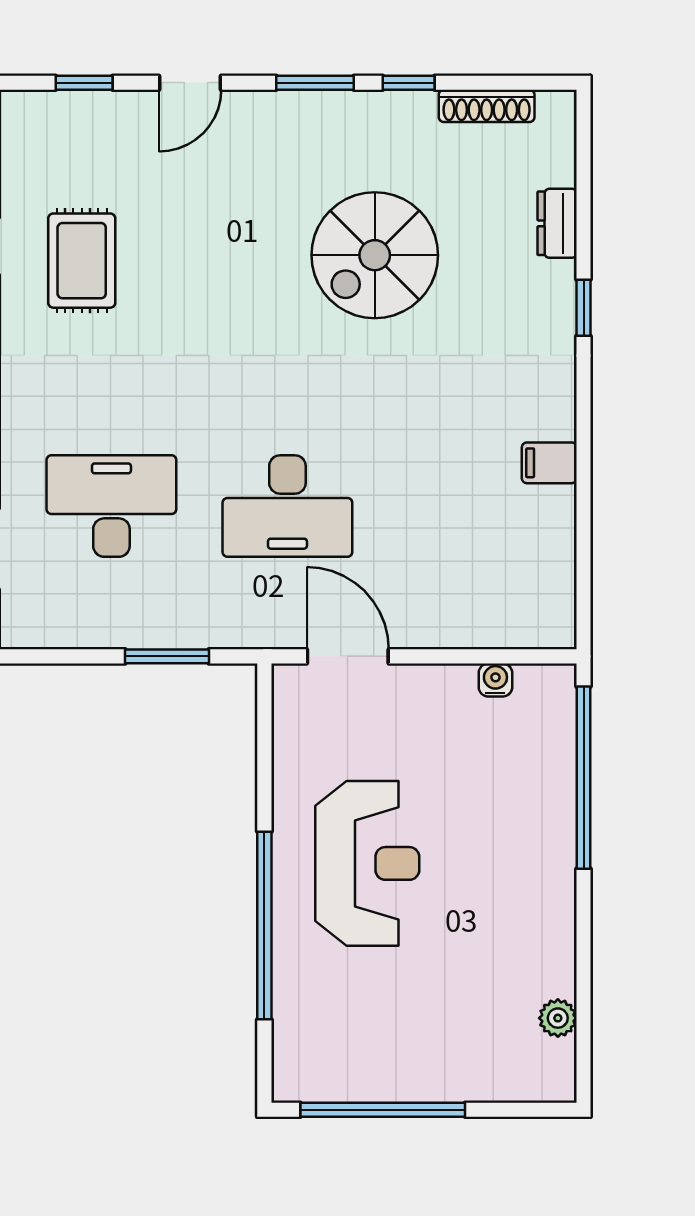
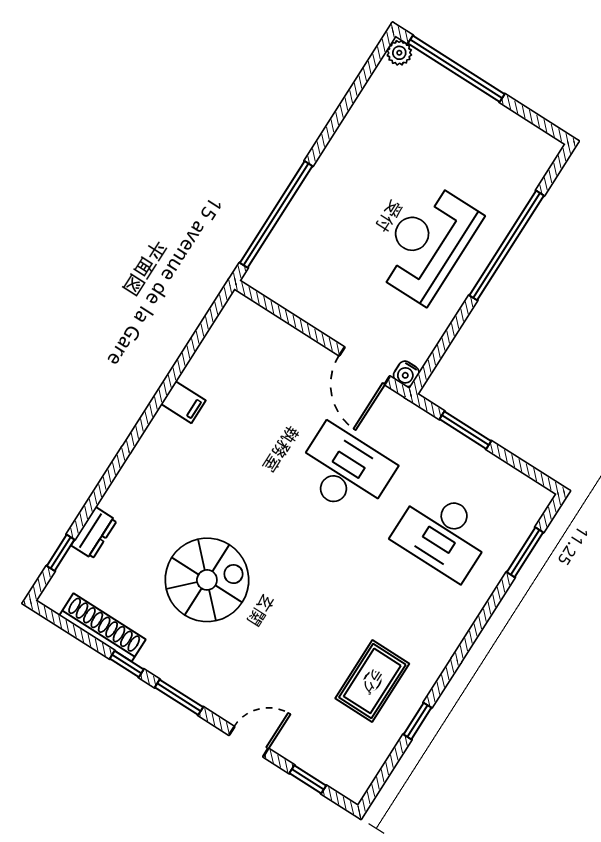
shoe rack: (487, 106) -> (102, 627), width x1.36, depth x1.24
window: (584, 308) -> (61, 553), moved
water cooler: (495, 680) -> (406, 374), moved
plant: (558, 1018) -> (399, 53), moved
window: (383, 1110) -> (456, 69), moved

